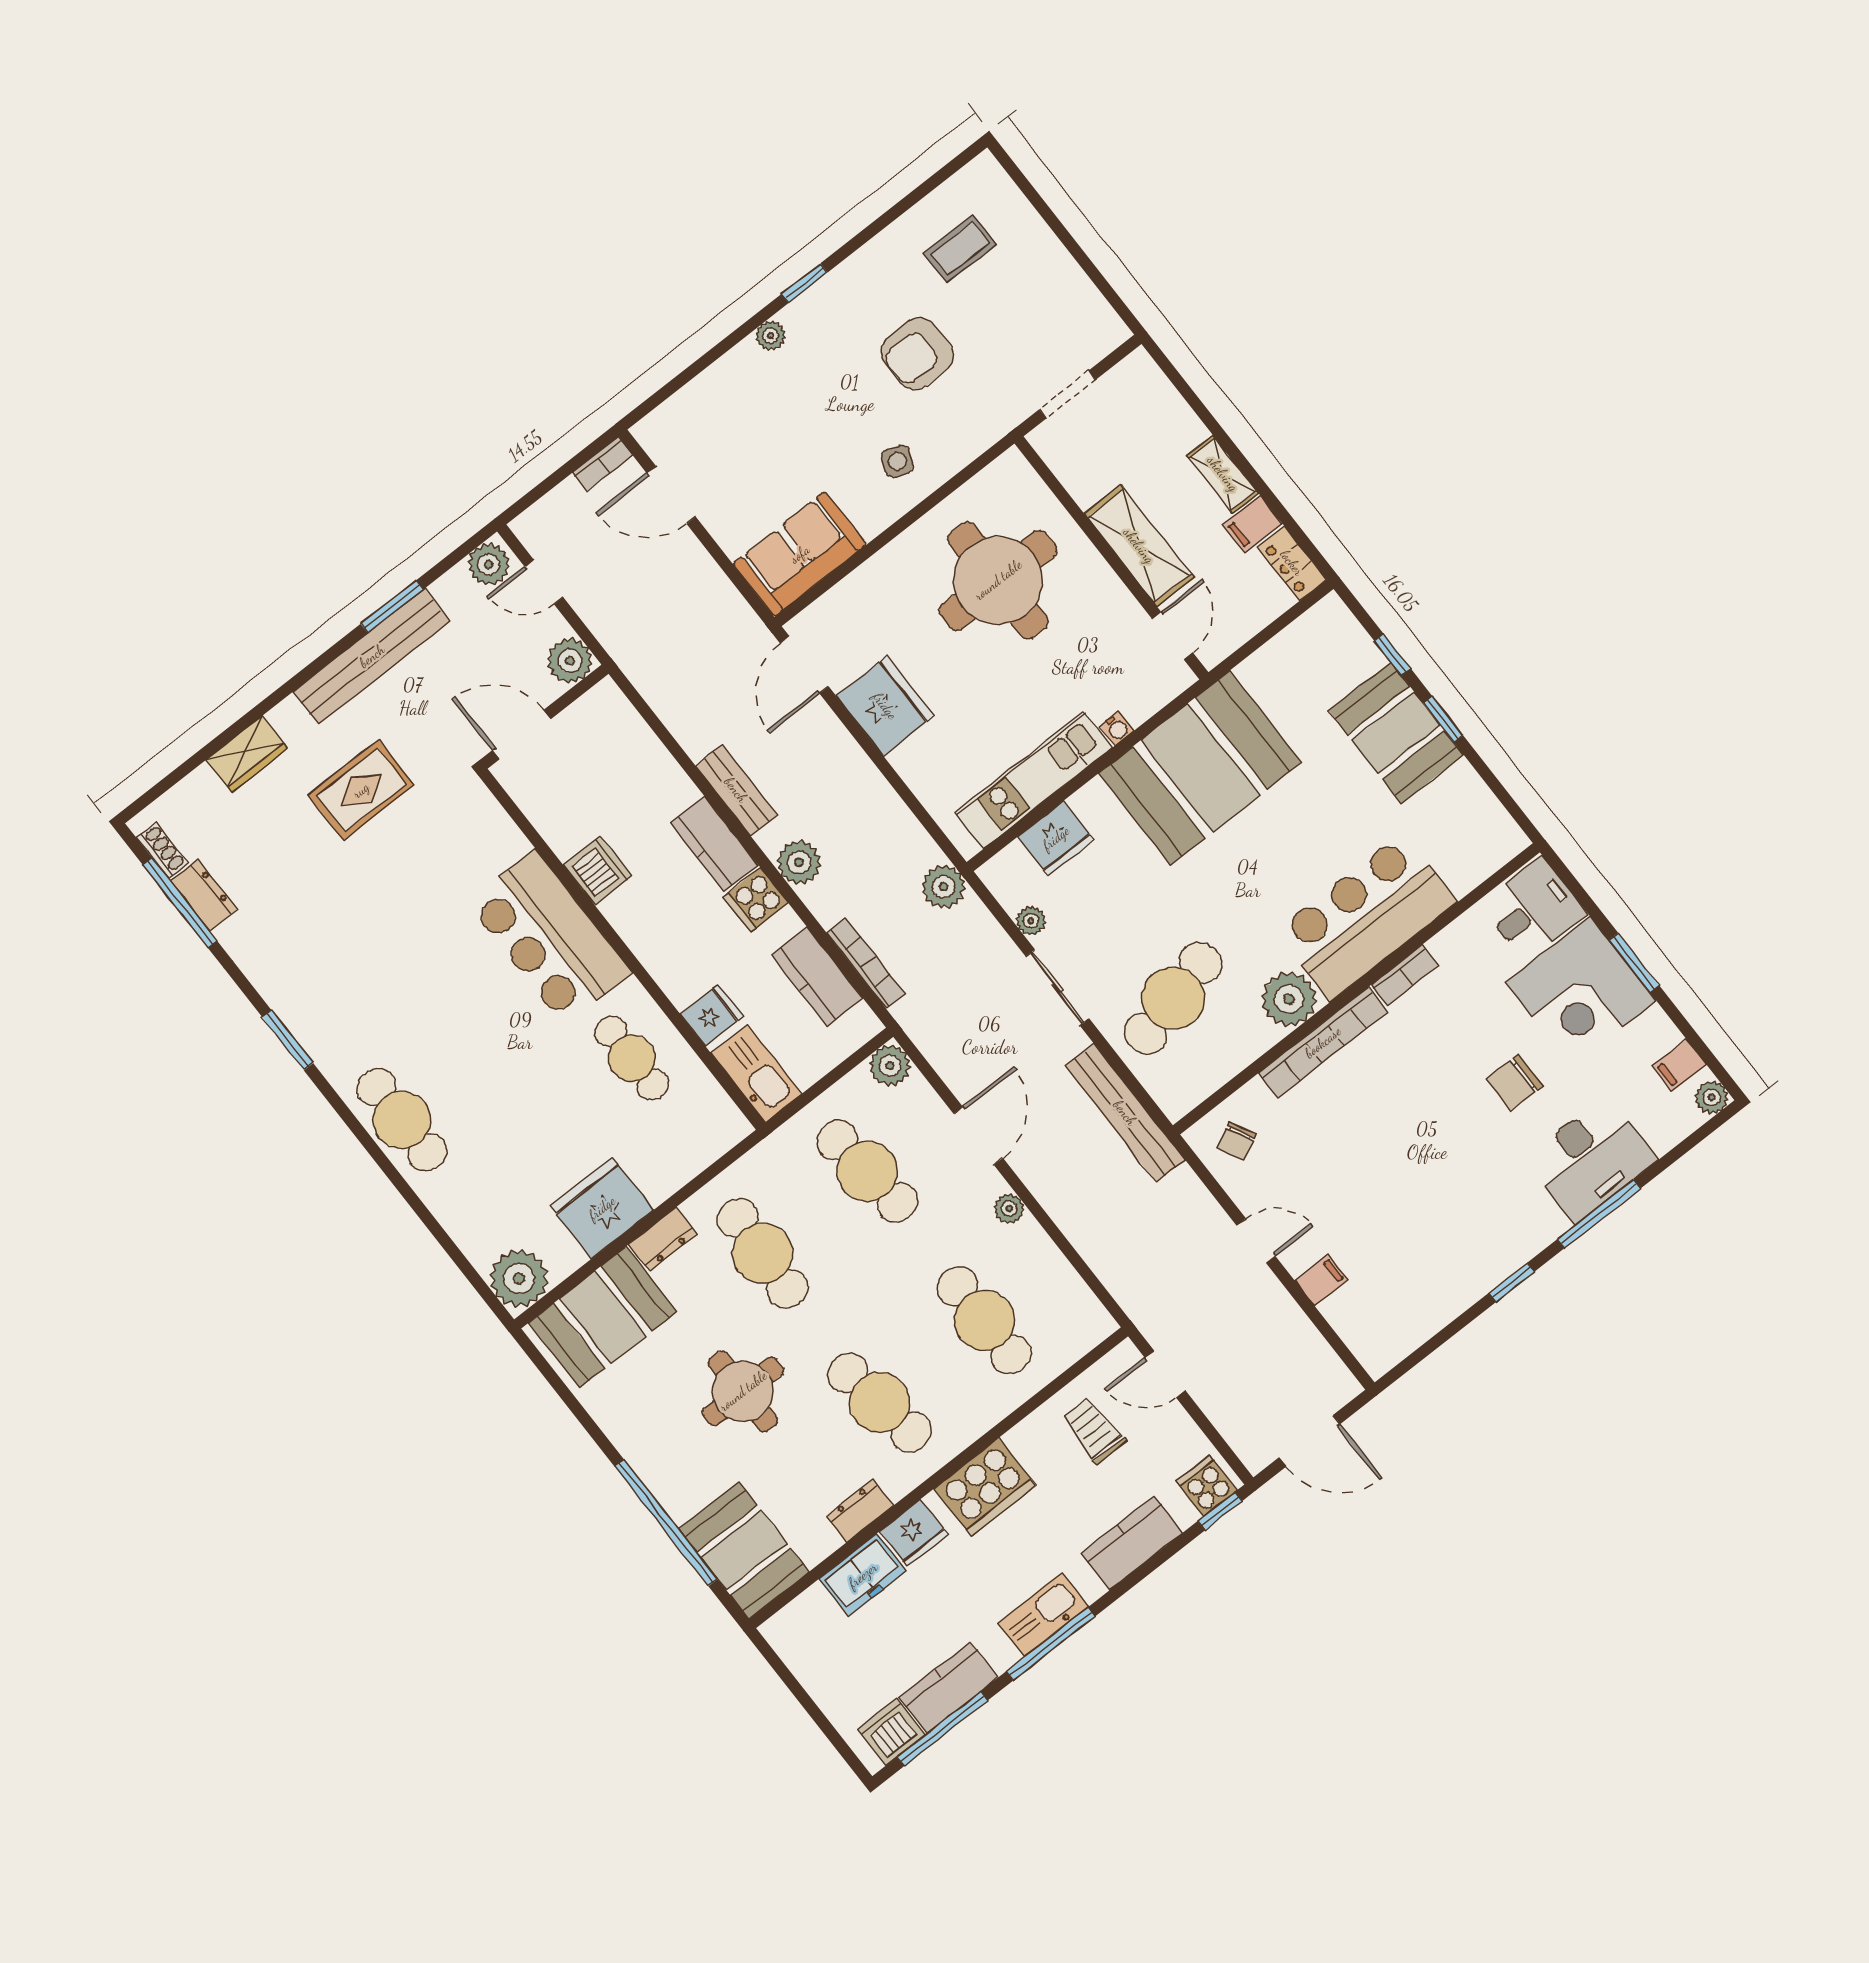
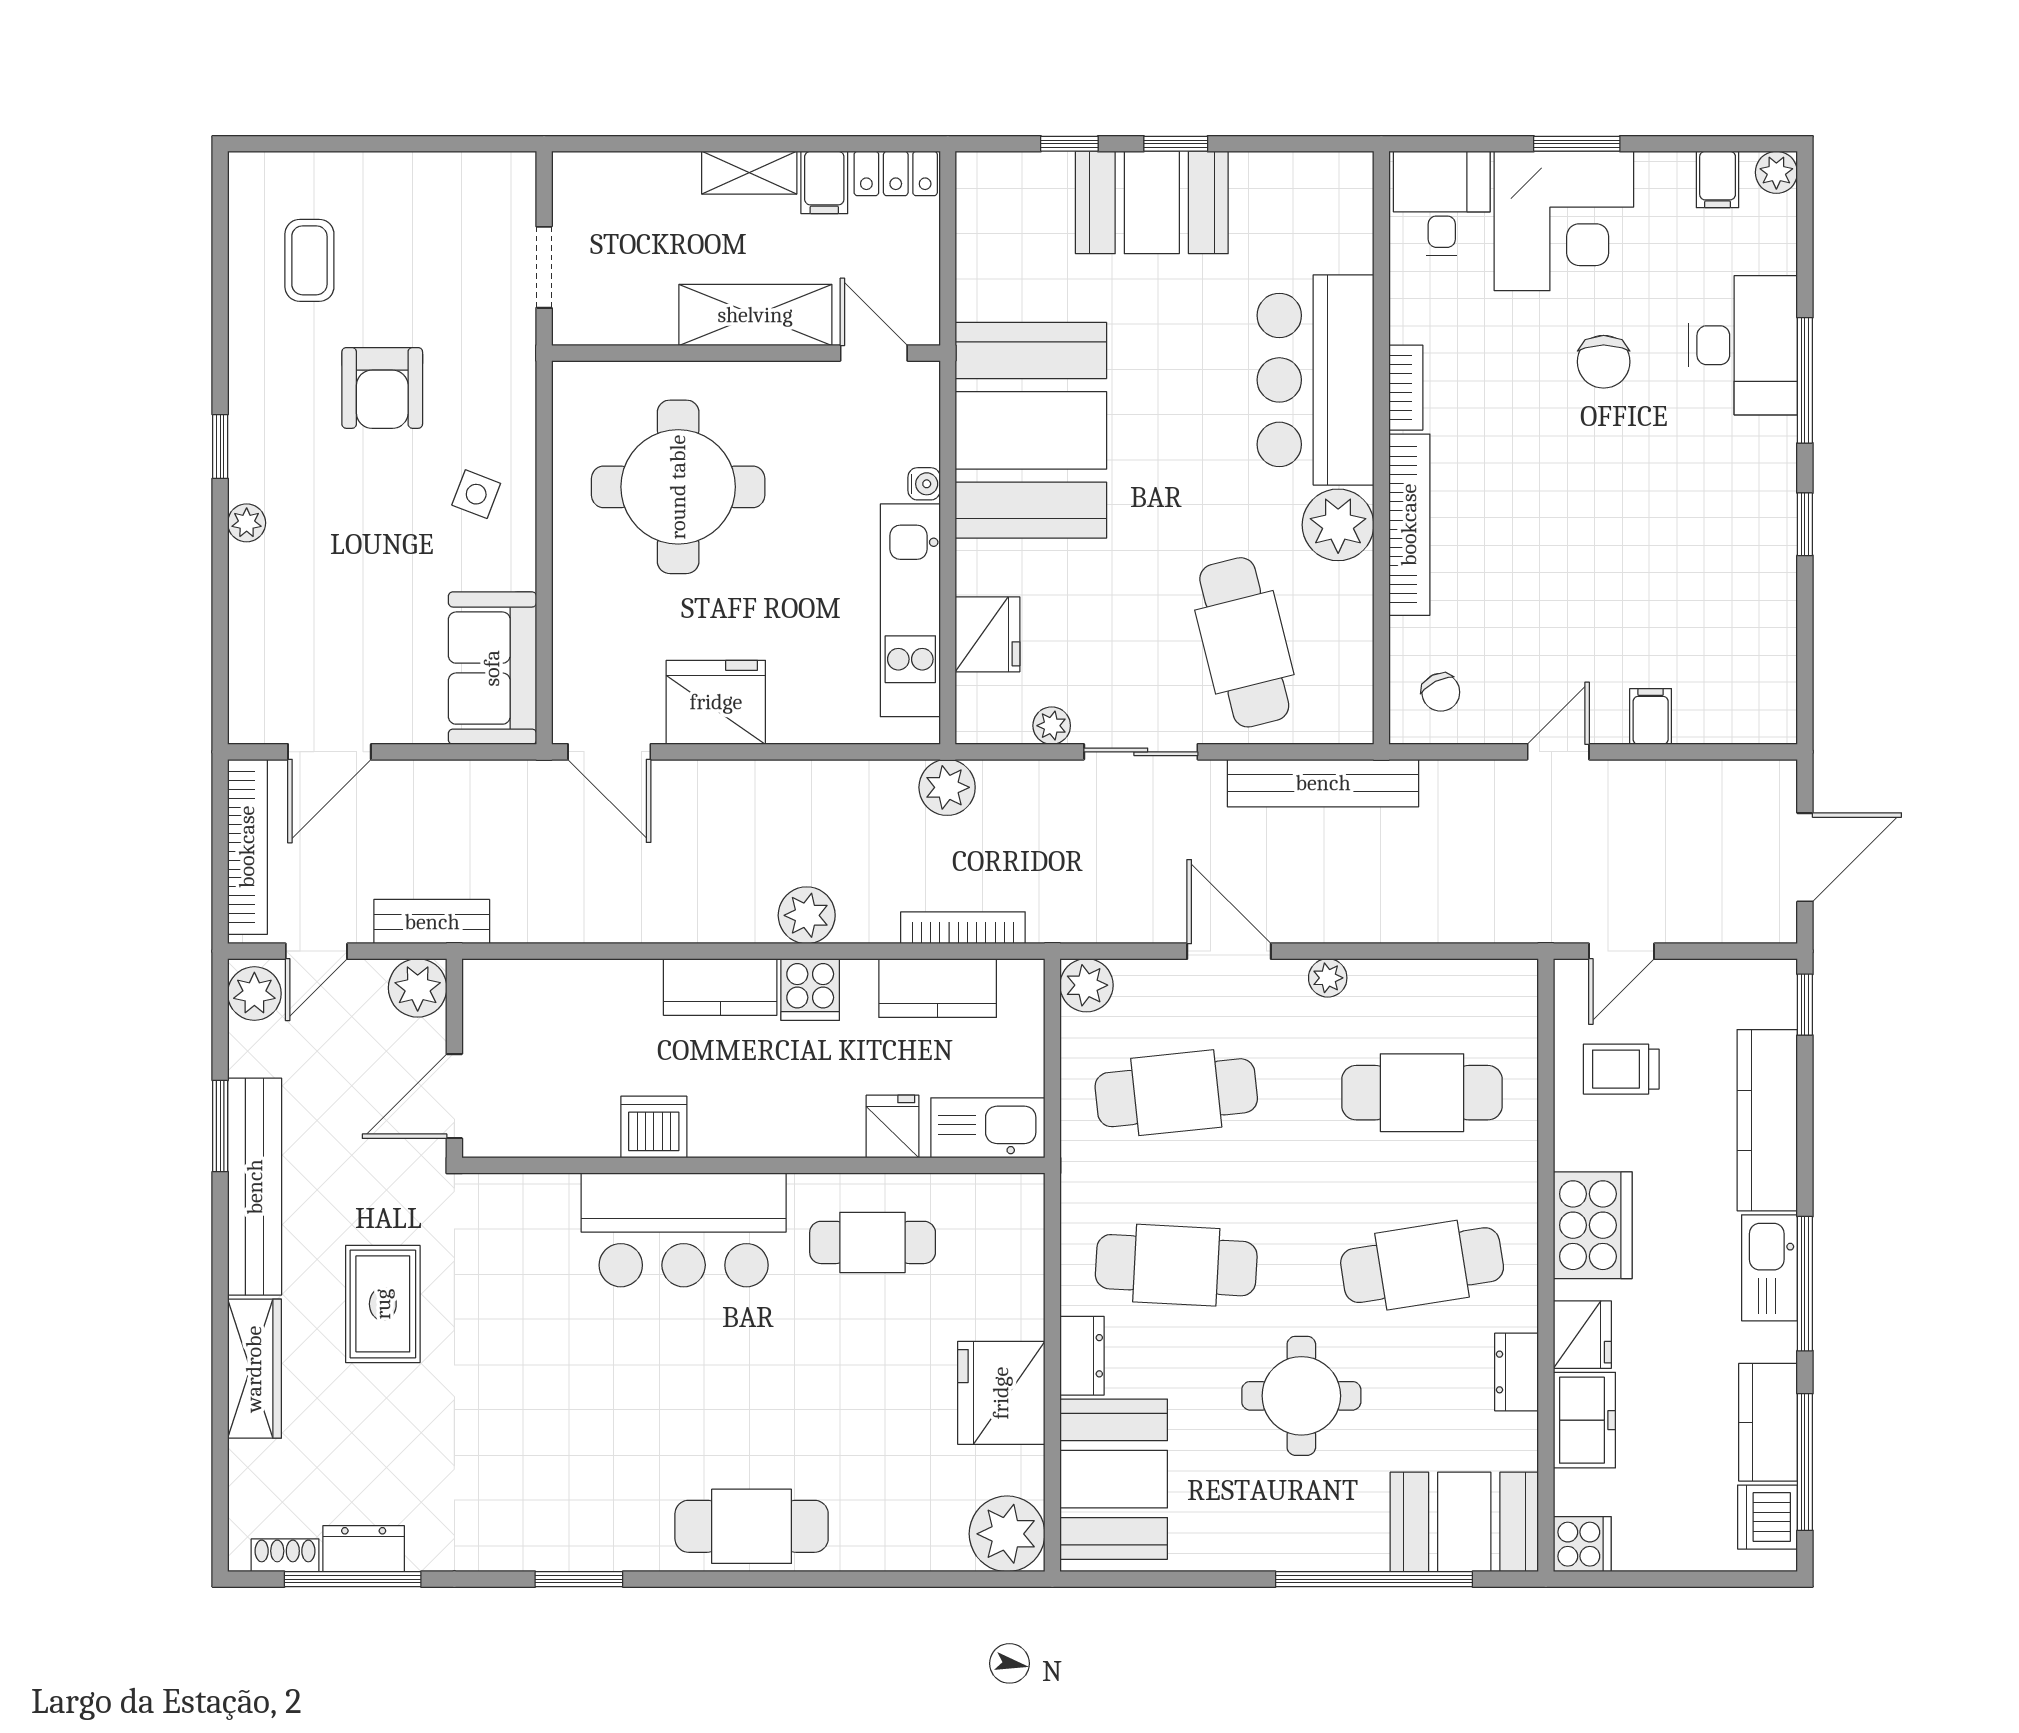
bookcase: (602, 464) -> (247, 847), width x2.31, depth x1.31
wardrobe: (247, 754) -> (254, 1369), width x1.50
bench: (736, 790) -> (432, 922), moved
cooker: (1207, 1486) -> (1582, 1544), moved, turned 180
kitchen counter: (1132, 1543) -> (1767, 1120), width x1.50

